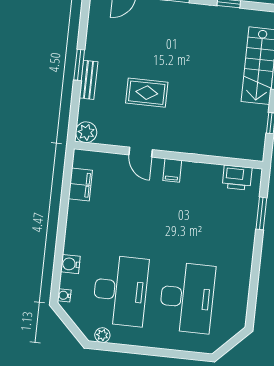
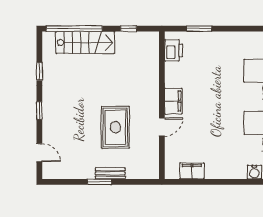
rug: (147, 93) -> (115, 127), width x1.36, depth x1.43
plant: (86, 132) -> (151, 171), removed
filing cabinet: (172, 170) -> (173, 101), width x2.00

